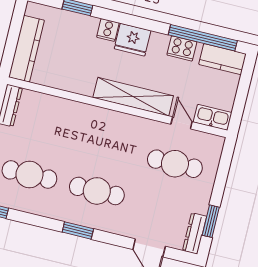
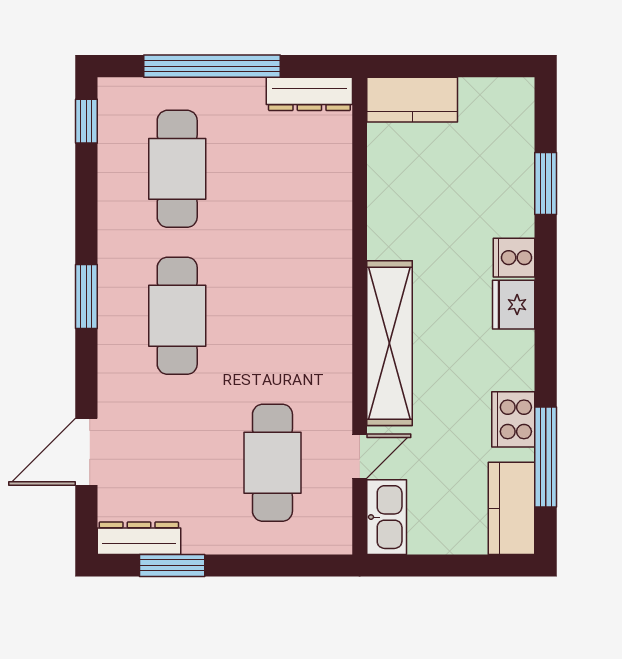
window: (203, 38) -> (546, 457), width x0.68
fridge: (133, 40) -> (514, 305), width x0.73, depth x0.75
kitchen counter: (27, 49) -> (412, 100), width x0.67

